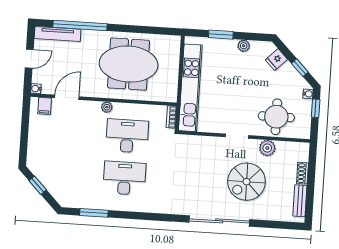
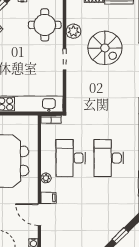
filing cabinet: (45, 106) -> (49, 198), moved

